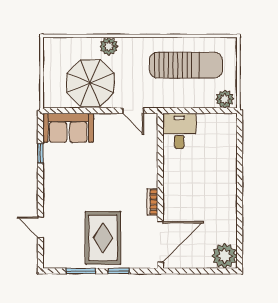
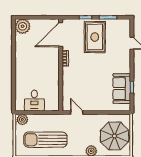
parasol: (90, 83) -> (115, 136), moved
sofa: (68, 128) -> (122, 89), moved, turned -90
desk: (179, 131) -> (34, 101), moved

